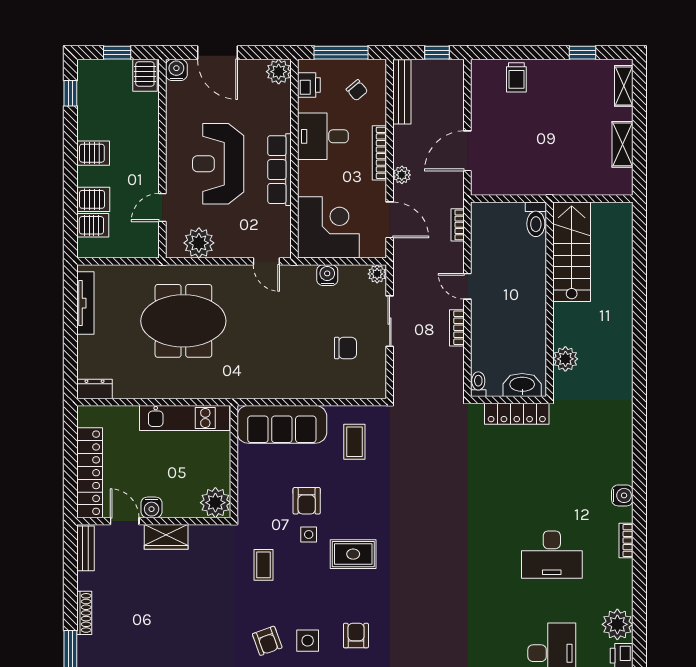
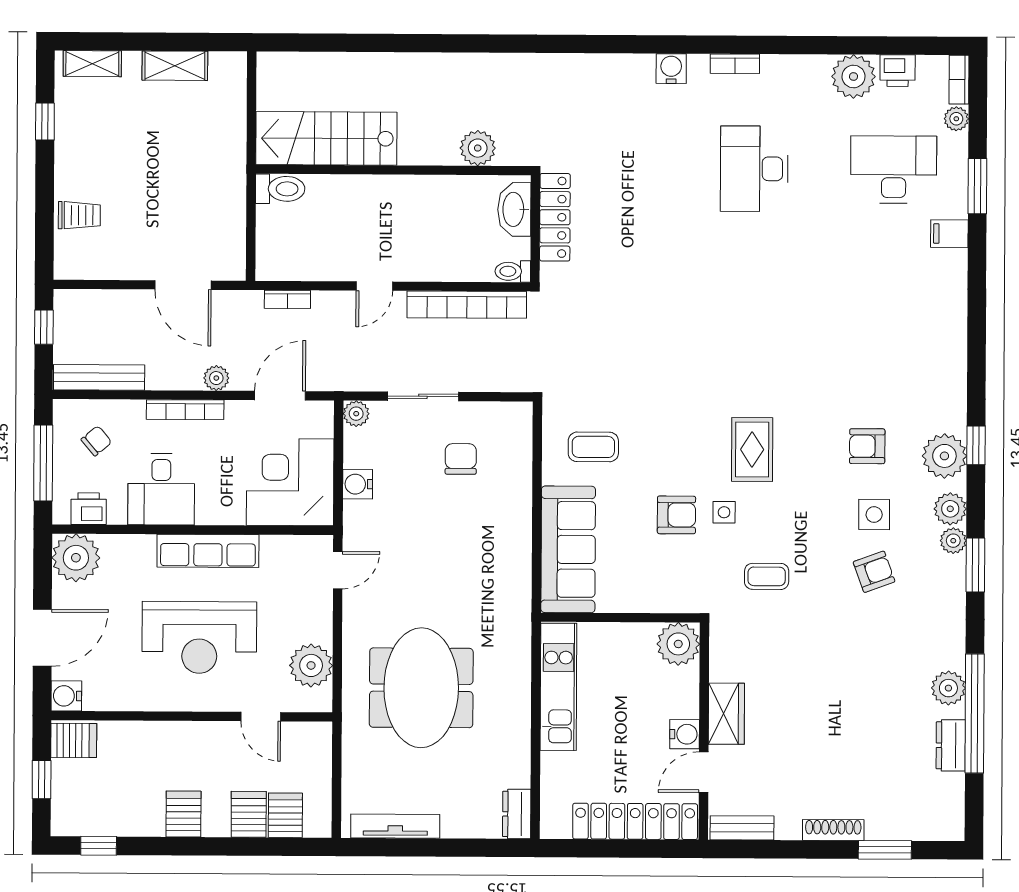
plant: (279, 72) -> (76, 558), width x1.36, depth x1.36
bookcase: (457, 328) -> (467, 305), width x2.31, depth x1.31
desk: (552, 555) -> (754, 169), turned 180

